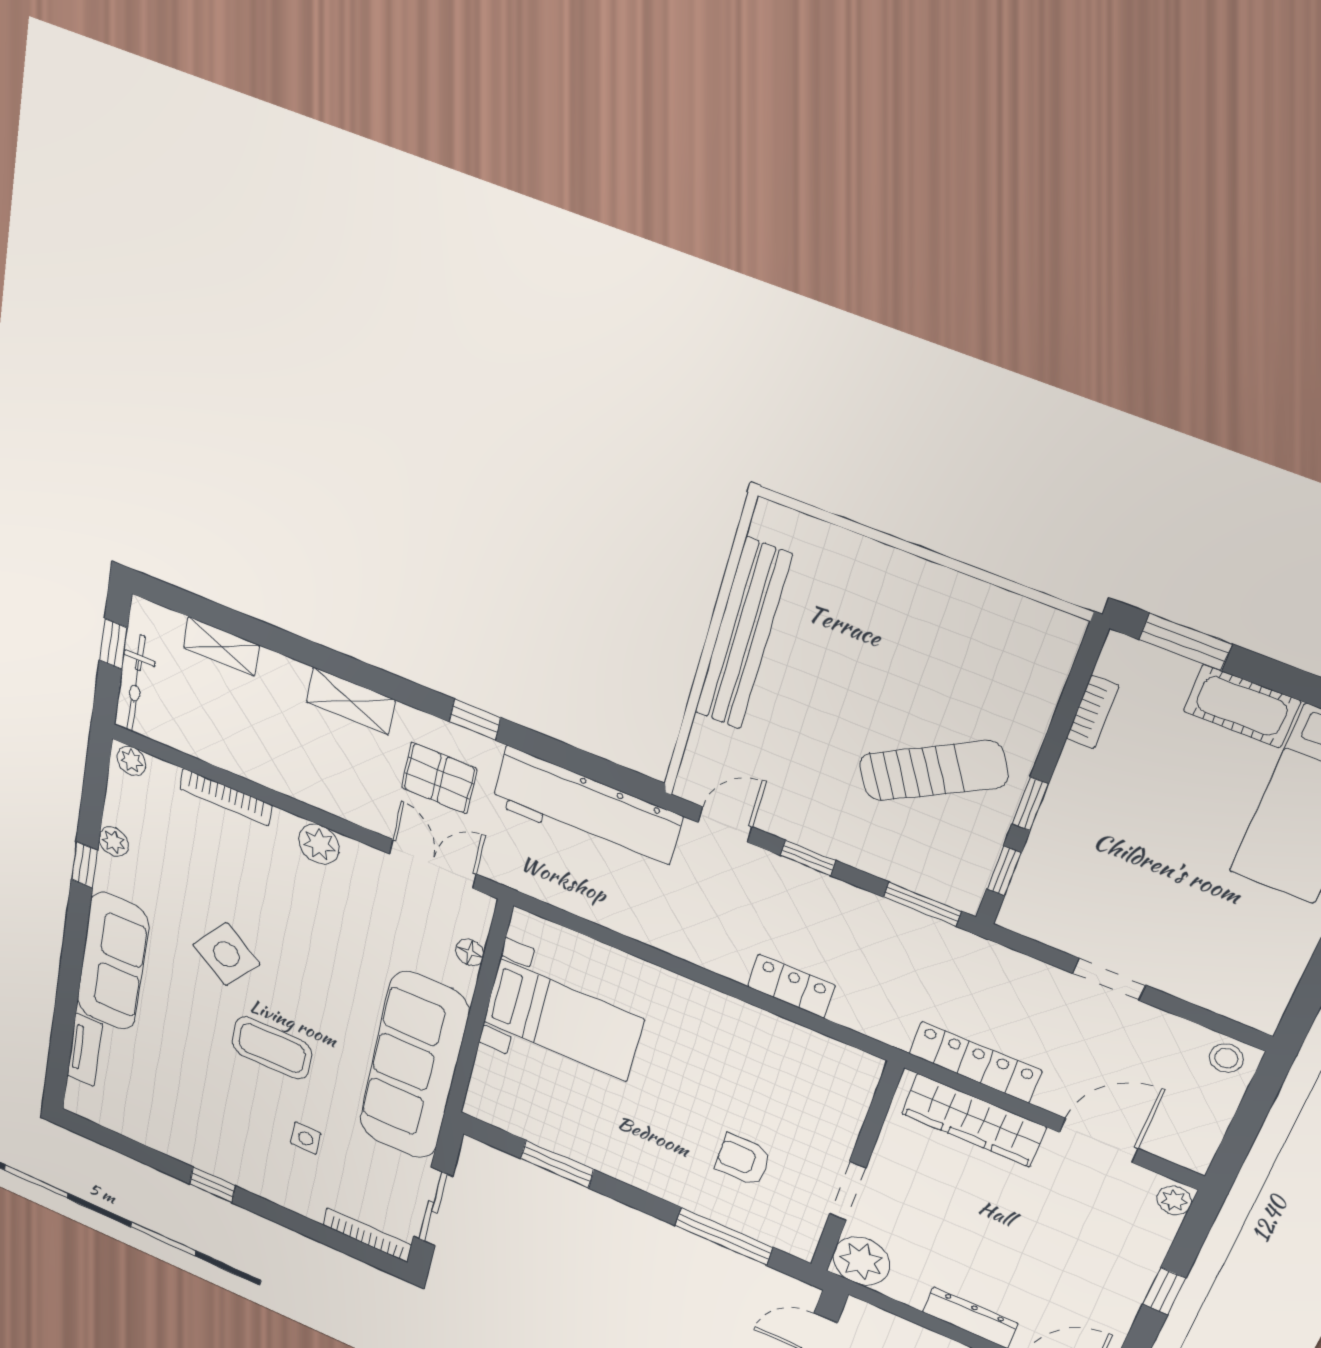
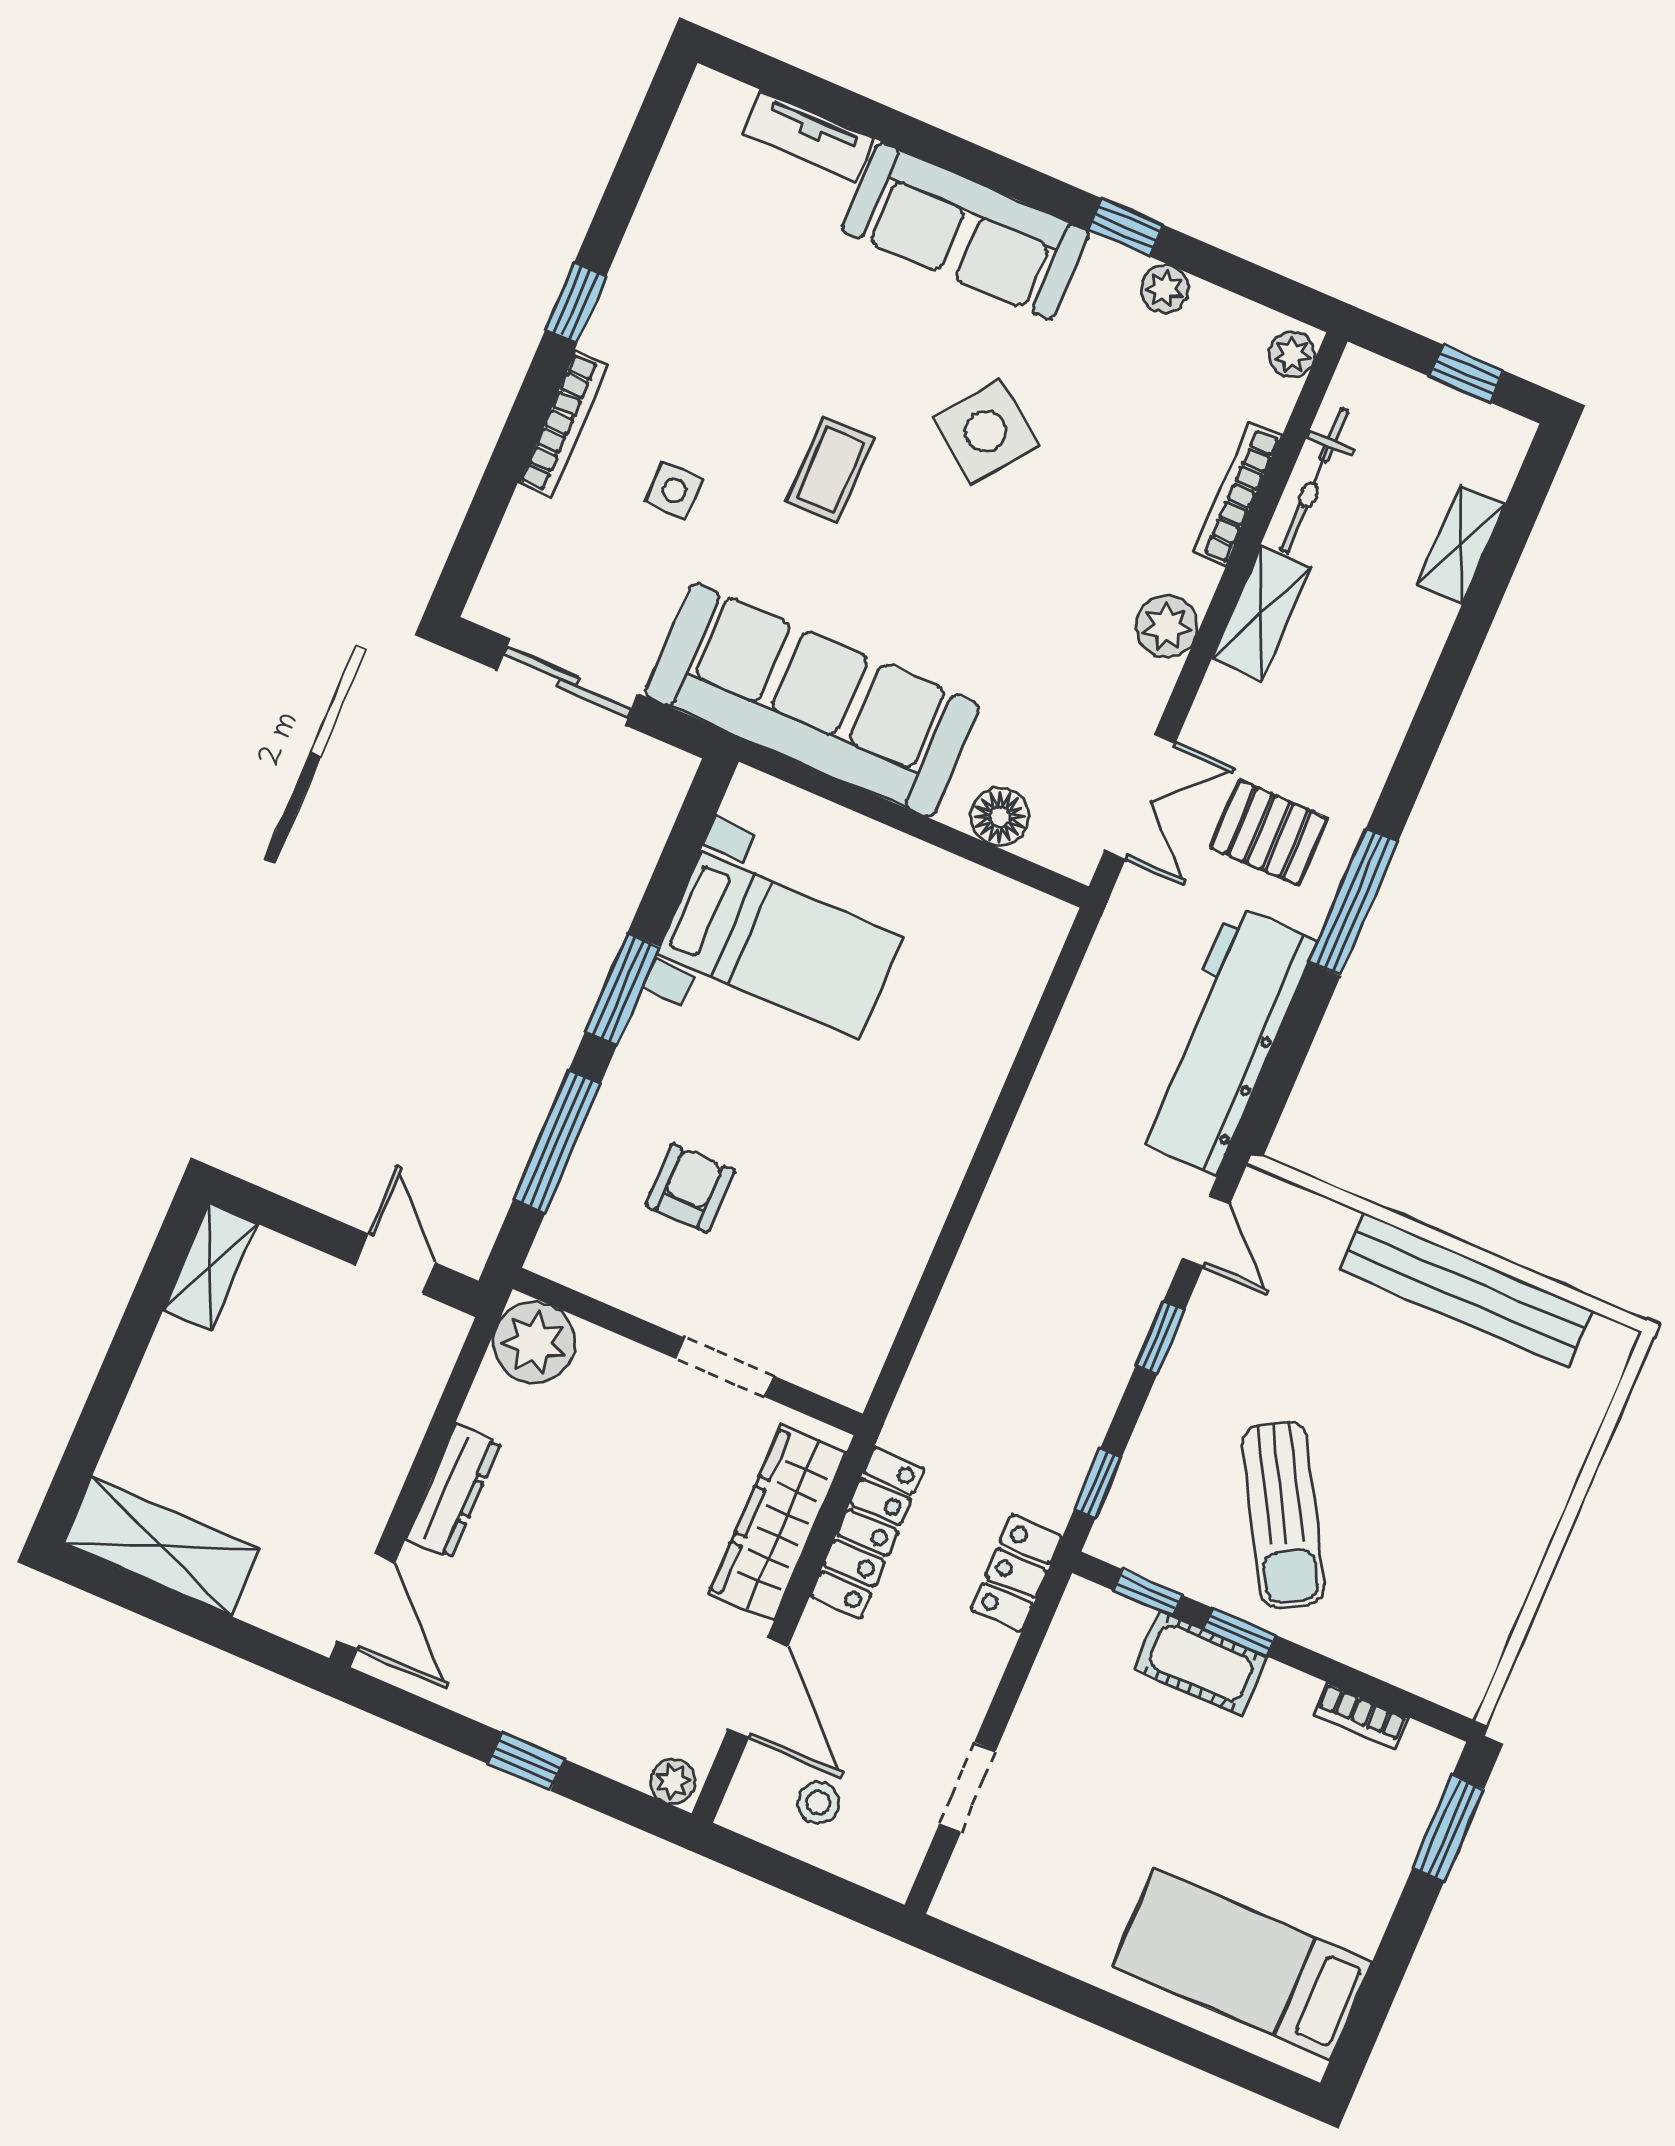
bicycle: (136, 683) -> (1315, 481), moved, turned -90
shelving: (351, 701) -> (1261, 613), moved
cot: (1242, 706) -> (1201, 1663), moved, turned 90
window: (475, 720) -> (1353, 902), width x2.17
pallet: (439, 778) -> (1269, 833), turned 90
window: (922, 904) -> (1098, 1483), width x0.67
floor lamp: (470, 952) -> (1000, 817), width x1.37, depth x1.37
doorway: (1109, 979) -> (968, 1787), moved
locker: (791, 986) -> (1016, 1573), moved, turned 180
bed with nightstands: (563, 1020) -> (780, 945), moved, turned -90
coffee table: (272, 1048) -> (830, 470), width x0.73, depth x0.77
stool: (1226, 1058) -> (818, 1803), moved
window: (557, 1164) -> (622, 989), moved
doorway: (848, 1191) -> (724, 1367), moved
bookcase: (367, 1235) -> (563, 424), moved

